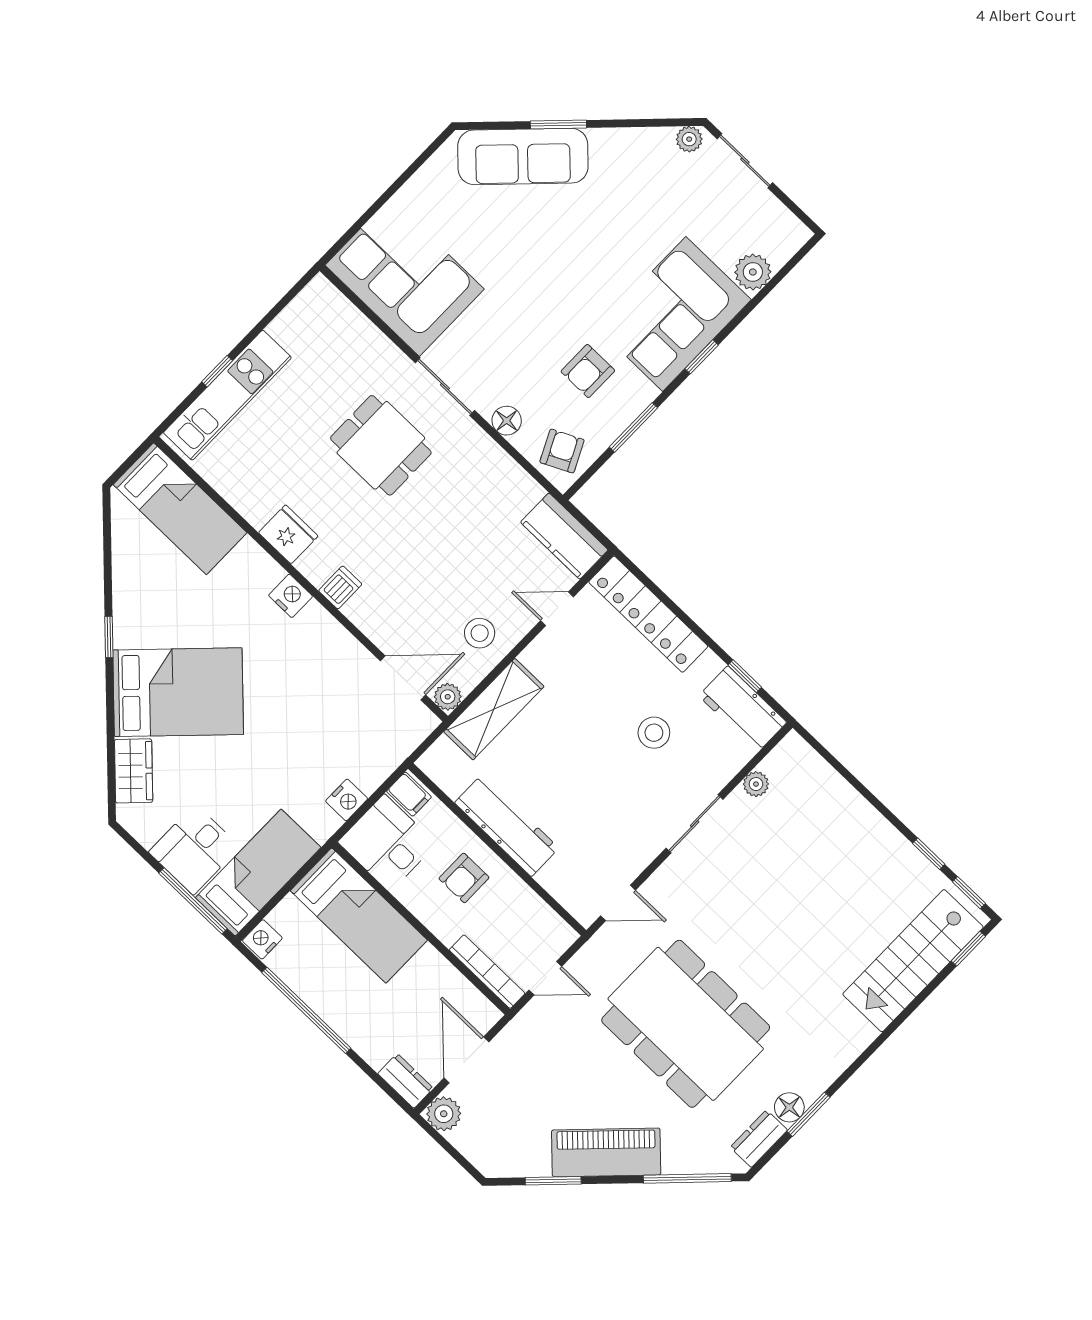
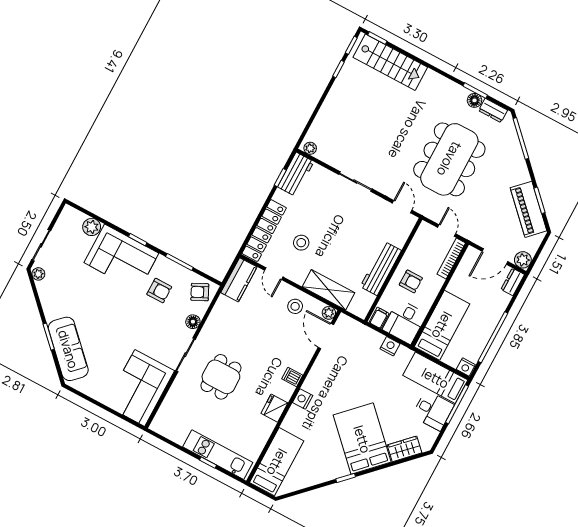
stool: (654, 733) -> (301, 243), moved
plant: (756, 784) -> (310, 148), moved
piano: (606, 1152) -> (528, 209), moved

